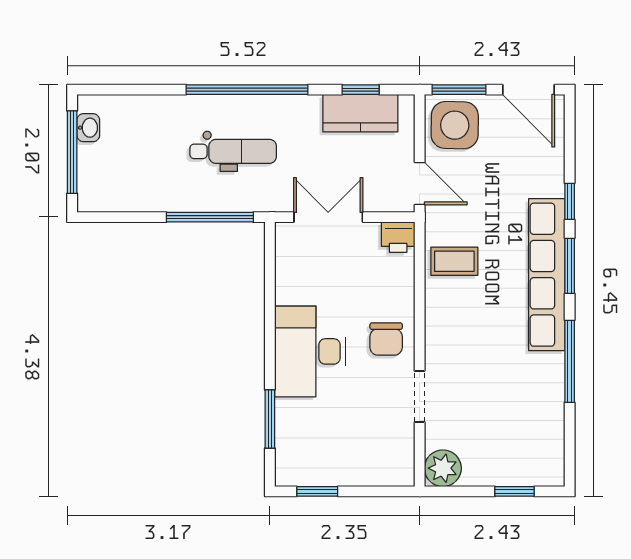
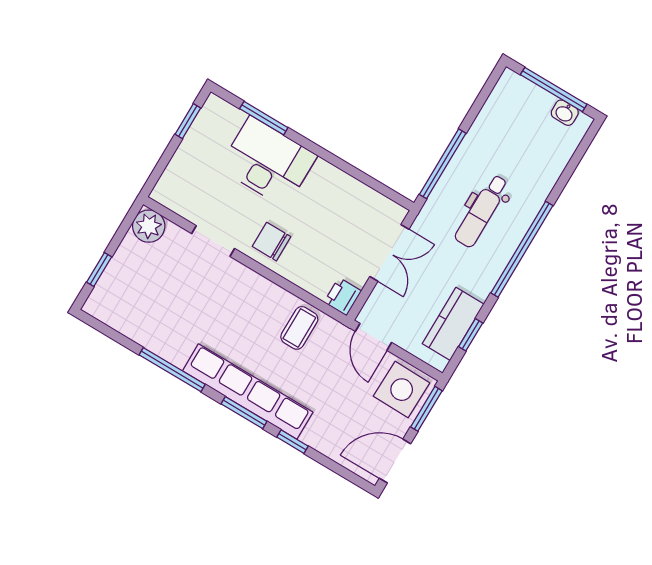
door: (420, 183) -> (373, 337), hinge flipped
desk: (310, 351) -> (268, 162), moved

